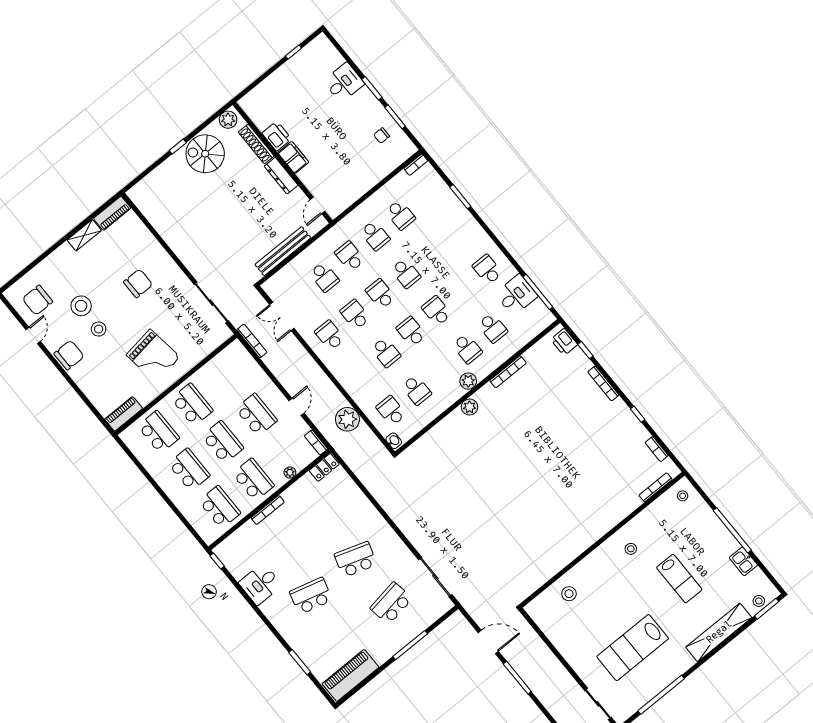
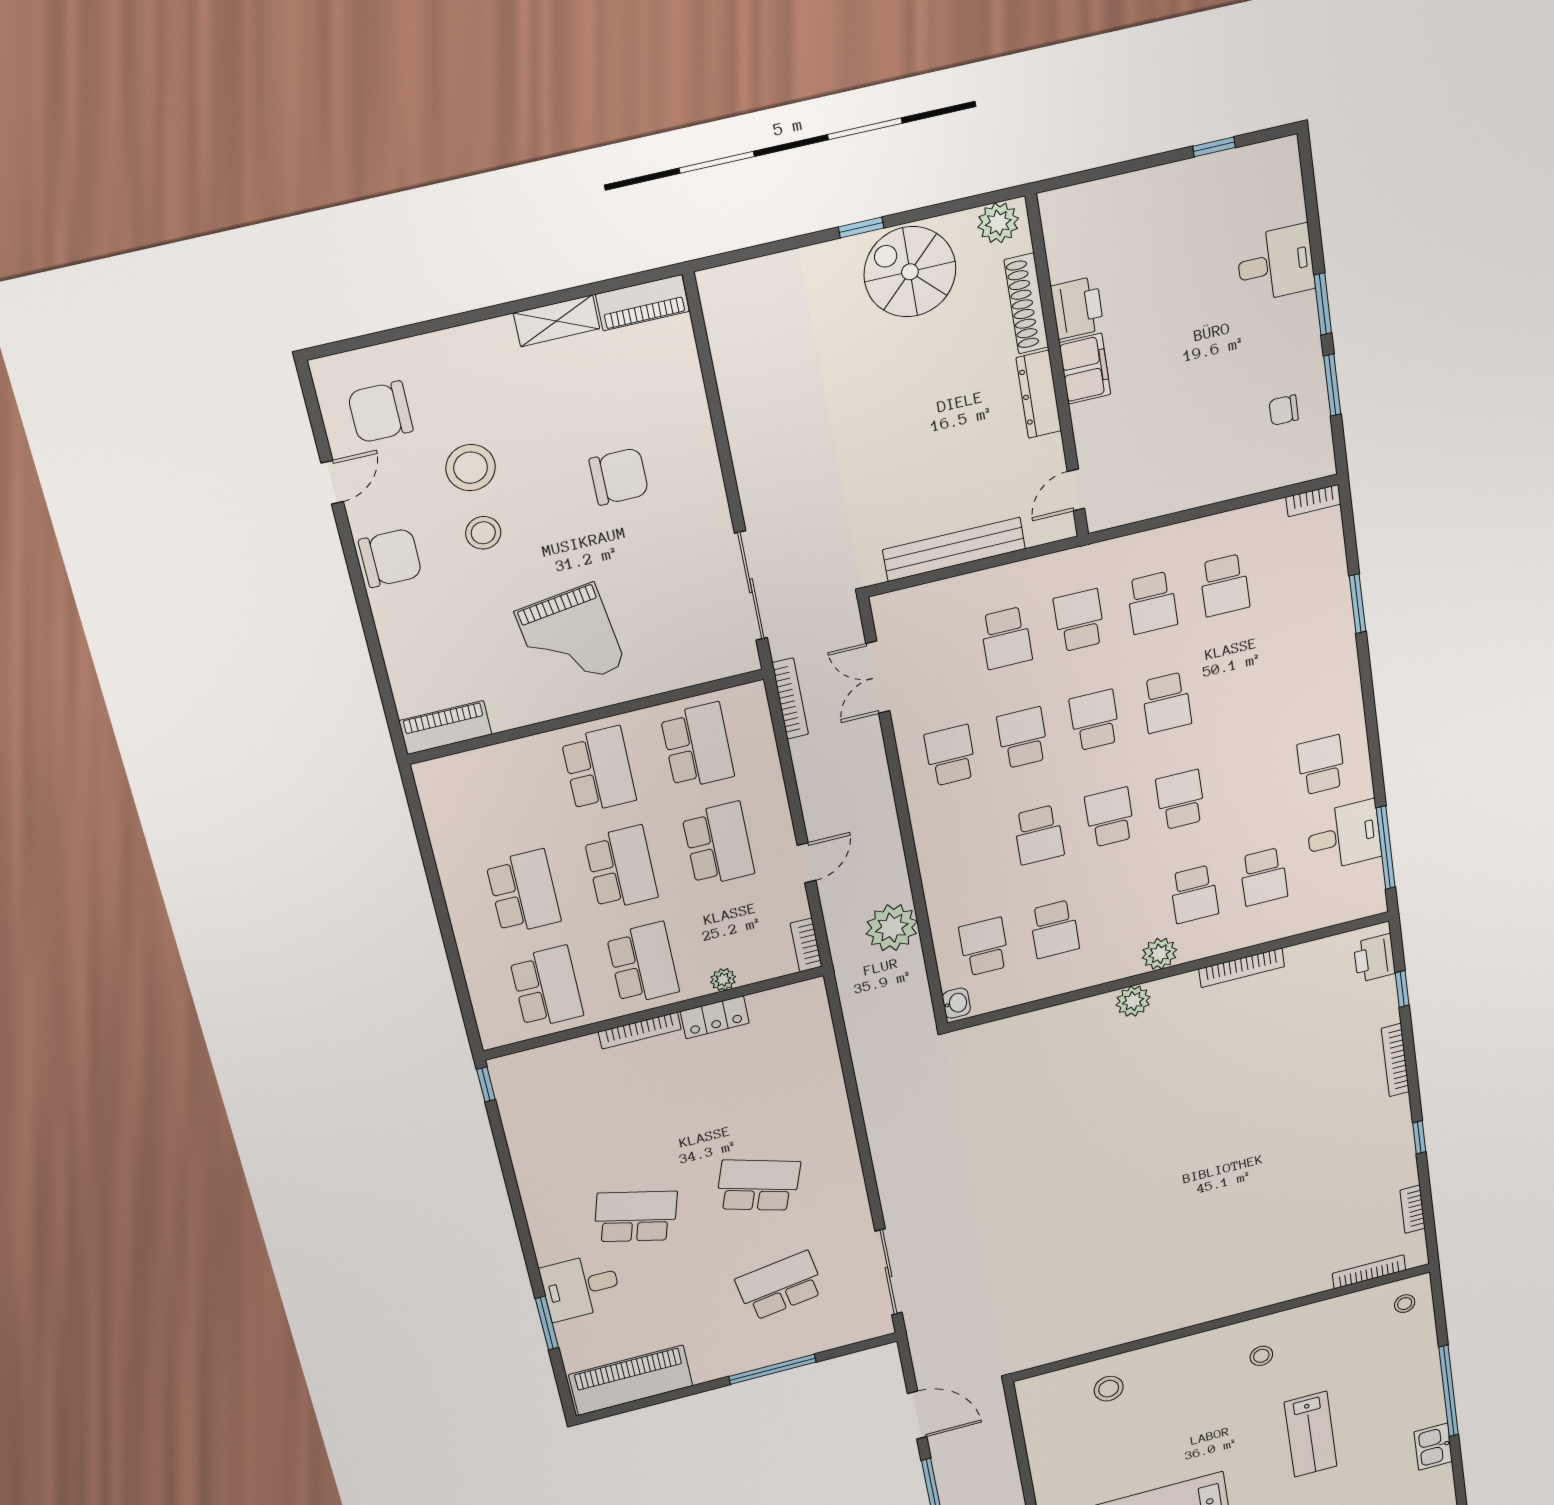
school desk: (159, 432) -> (697, 746), moved
locker: (324, 467) -> (715, 1017), moved
desk: (260, 584) -> (581, 1287), moved

